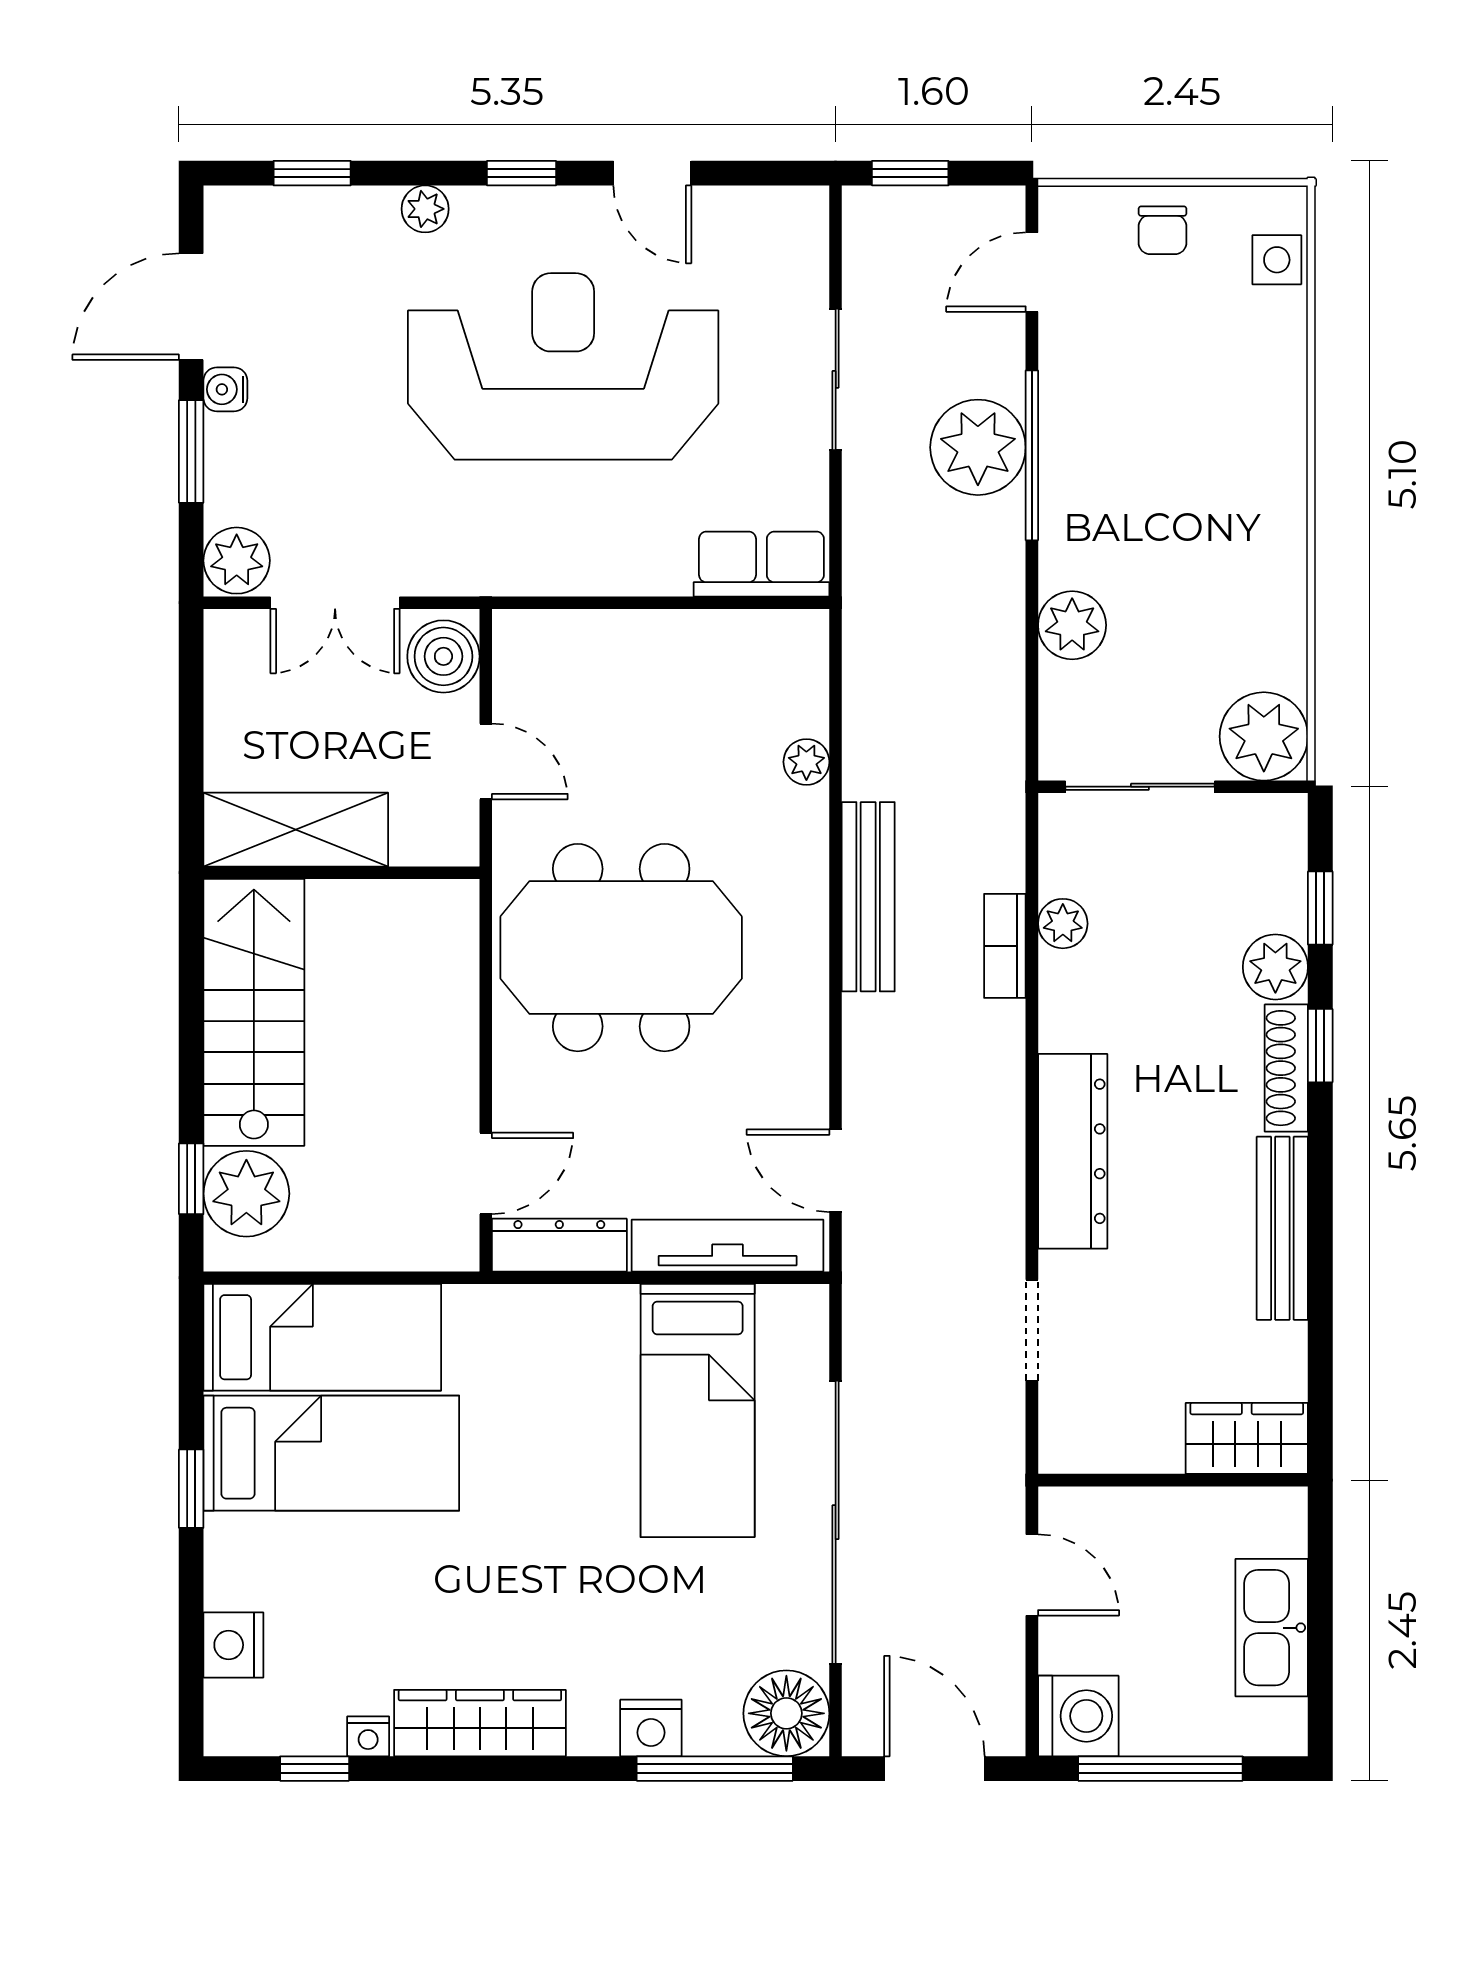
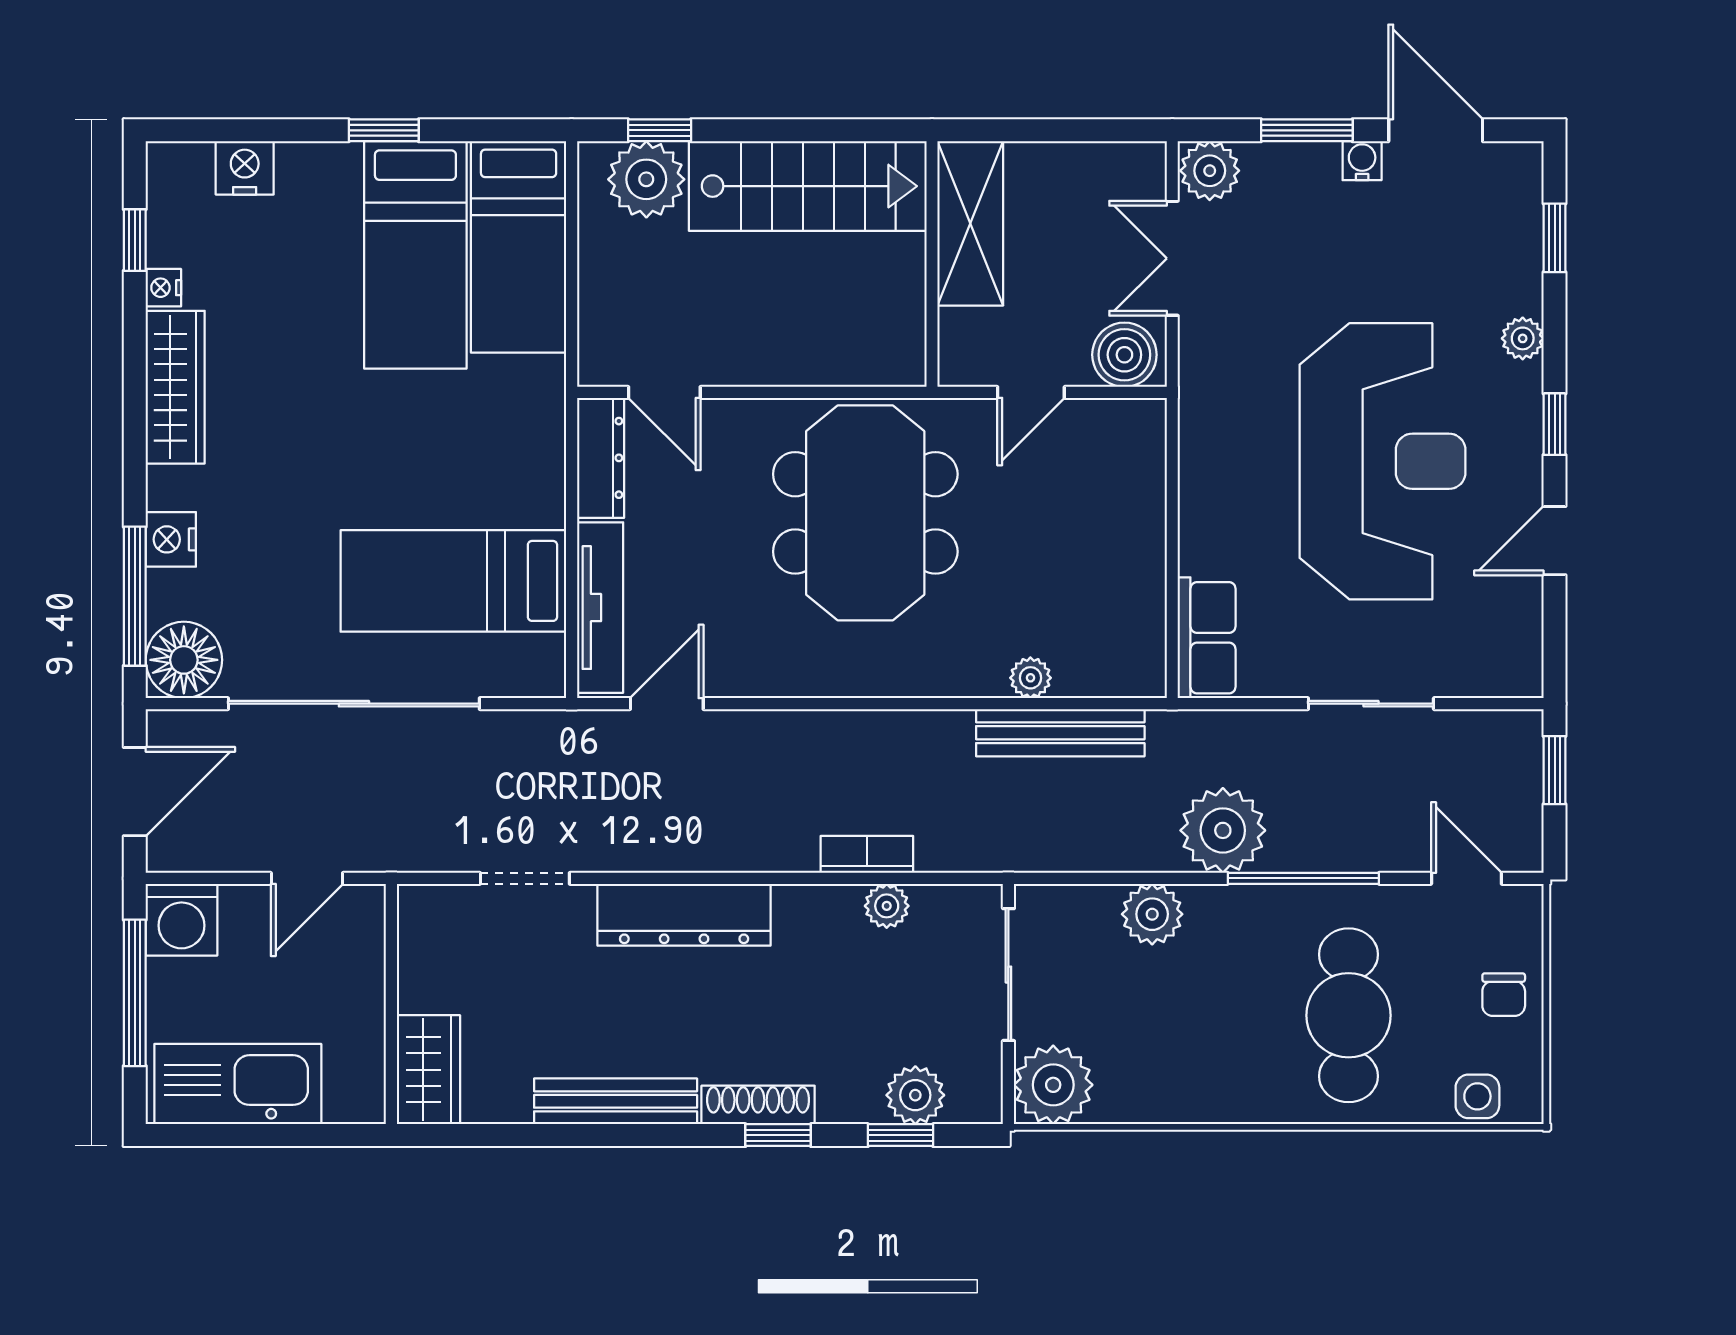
chair: (1162, 230) -> (1504, 995), turned -90
cafe table: (1186, 405) -> (1348, 1015), added
plant: (978, 447) -> (1223, 830), moved
bench: (868, 897) -> (1060, 733), moved
plant: (1275, 967) -> (915, 1095), moved
kitchen sink: (1272, 1628) -> (238, 1084), width x1.36, depth x1.24

